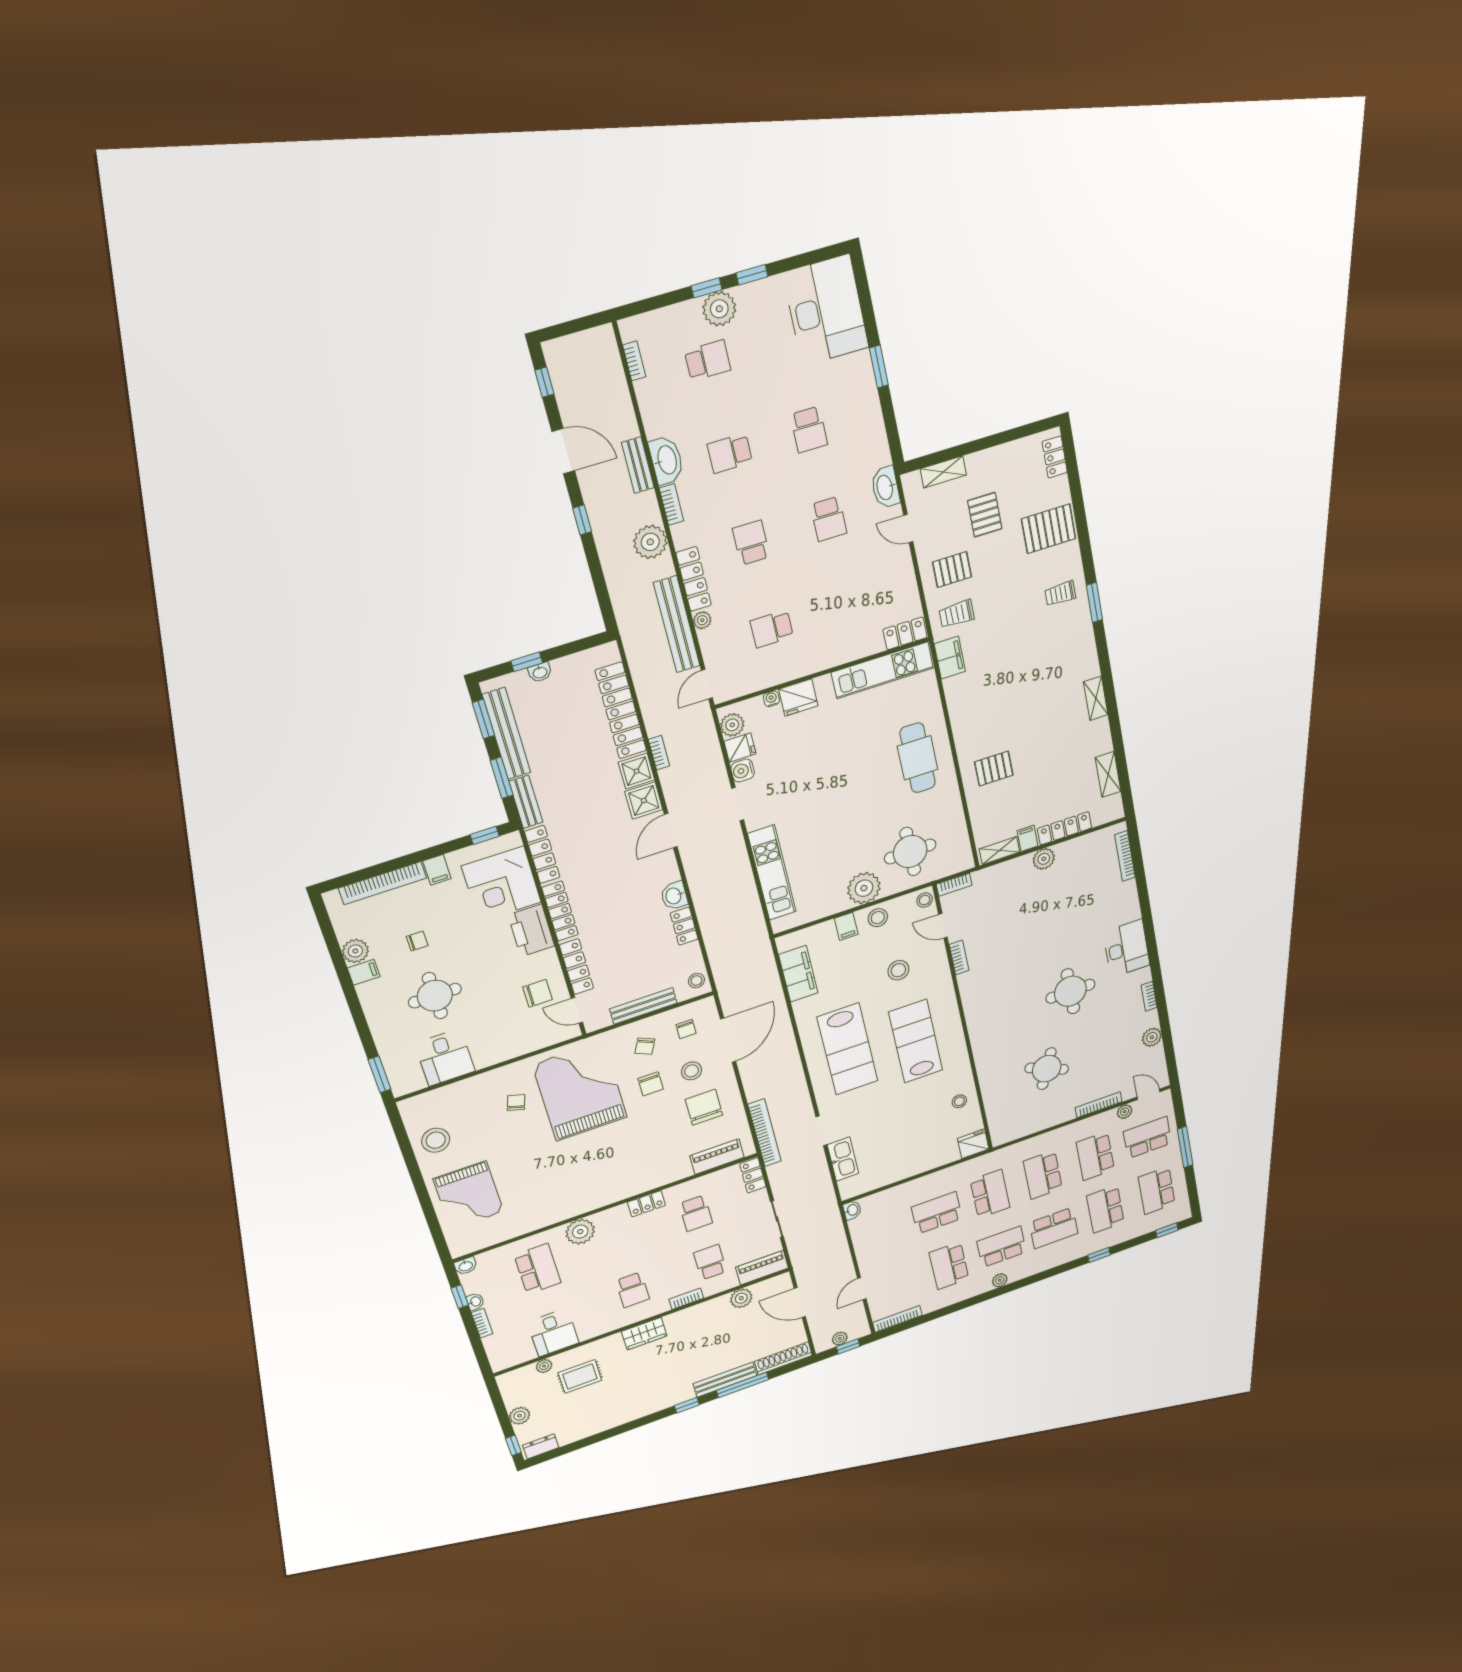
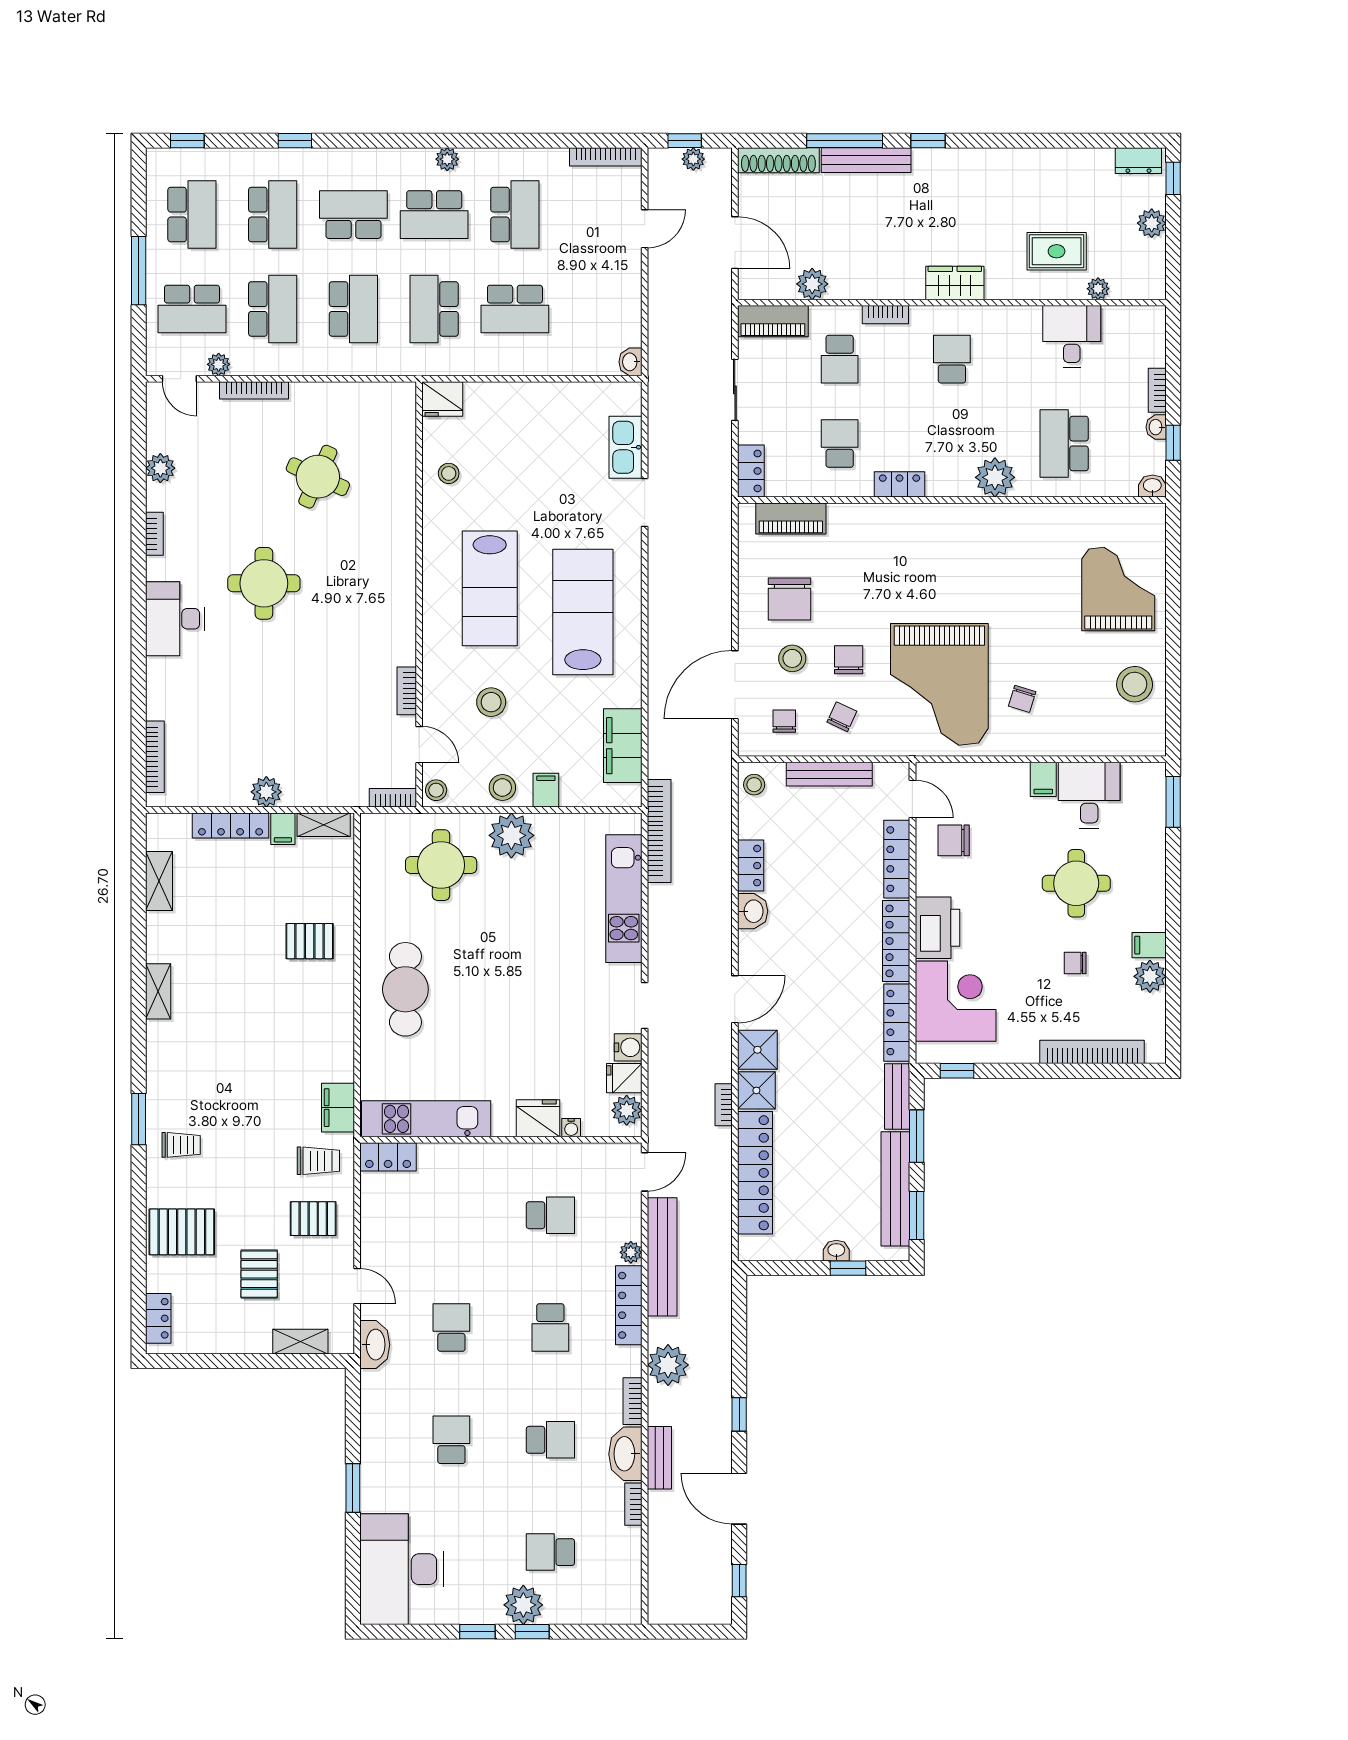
bookcase: (634, 361) -> (633, 1504), moved
filing cabinet: (437, 870) -> (1043, 779), moved, turned 180
bookcase: (765, 1133) -> (659, 831), moved, turned 180

